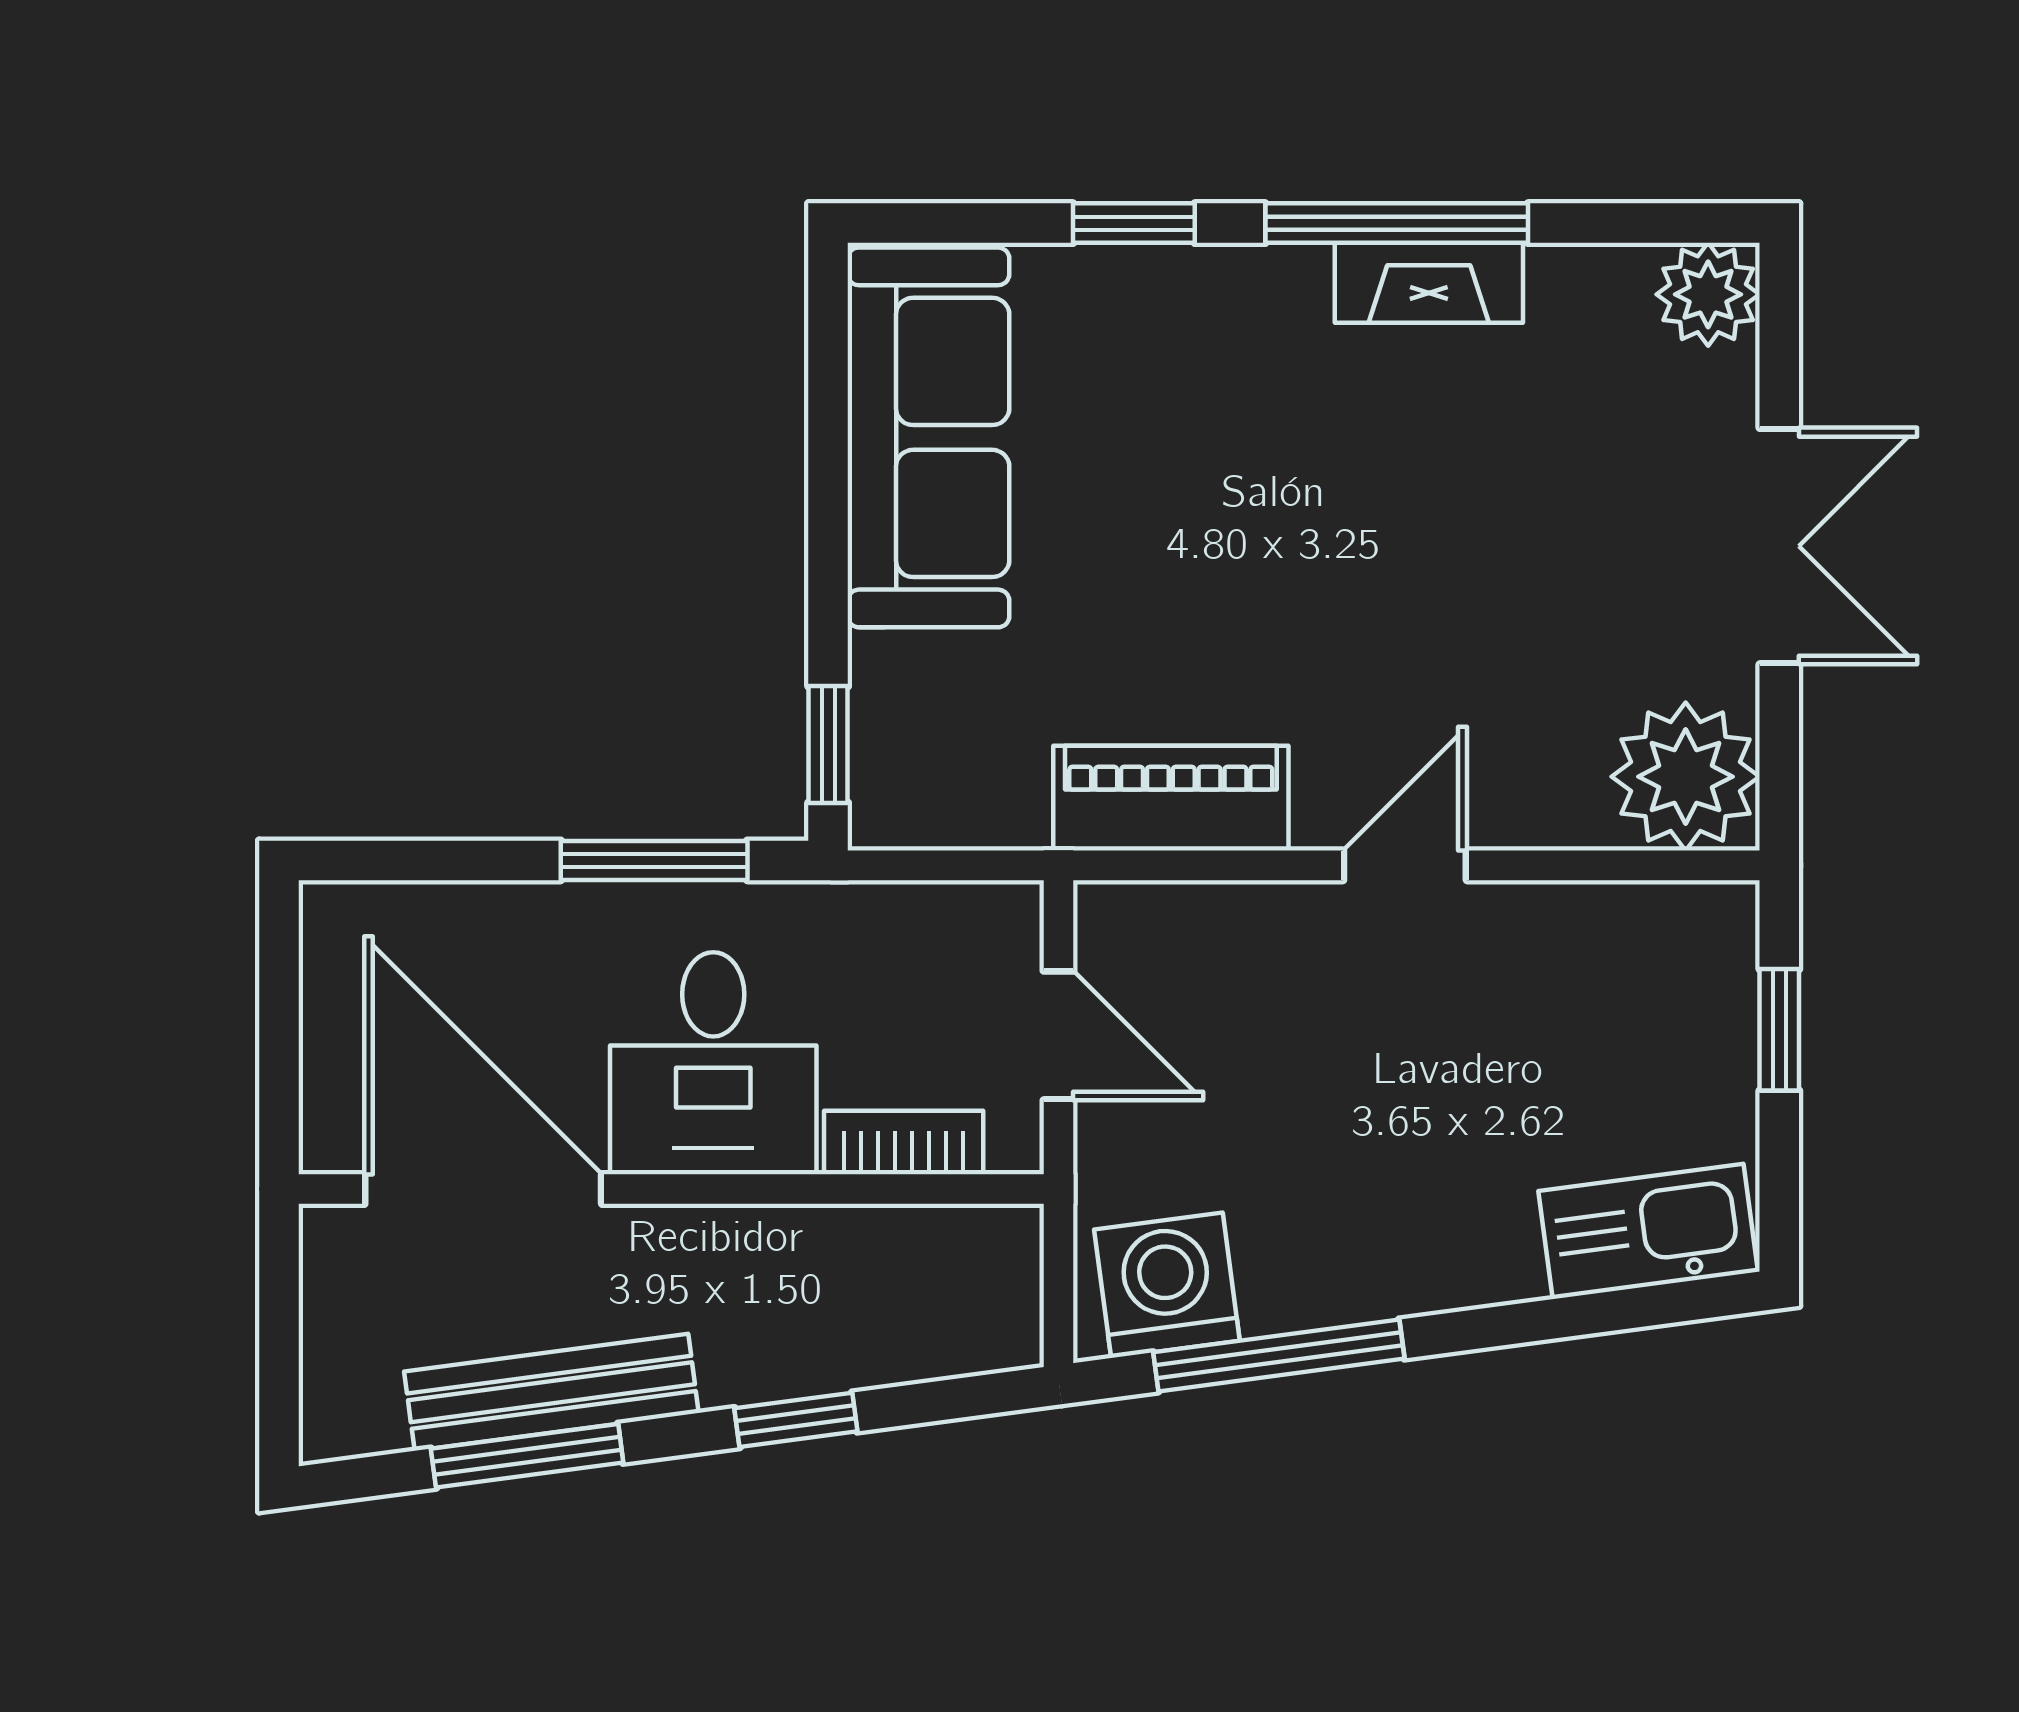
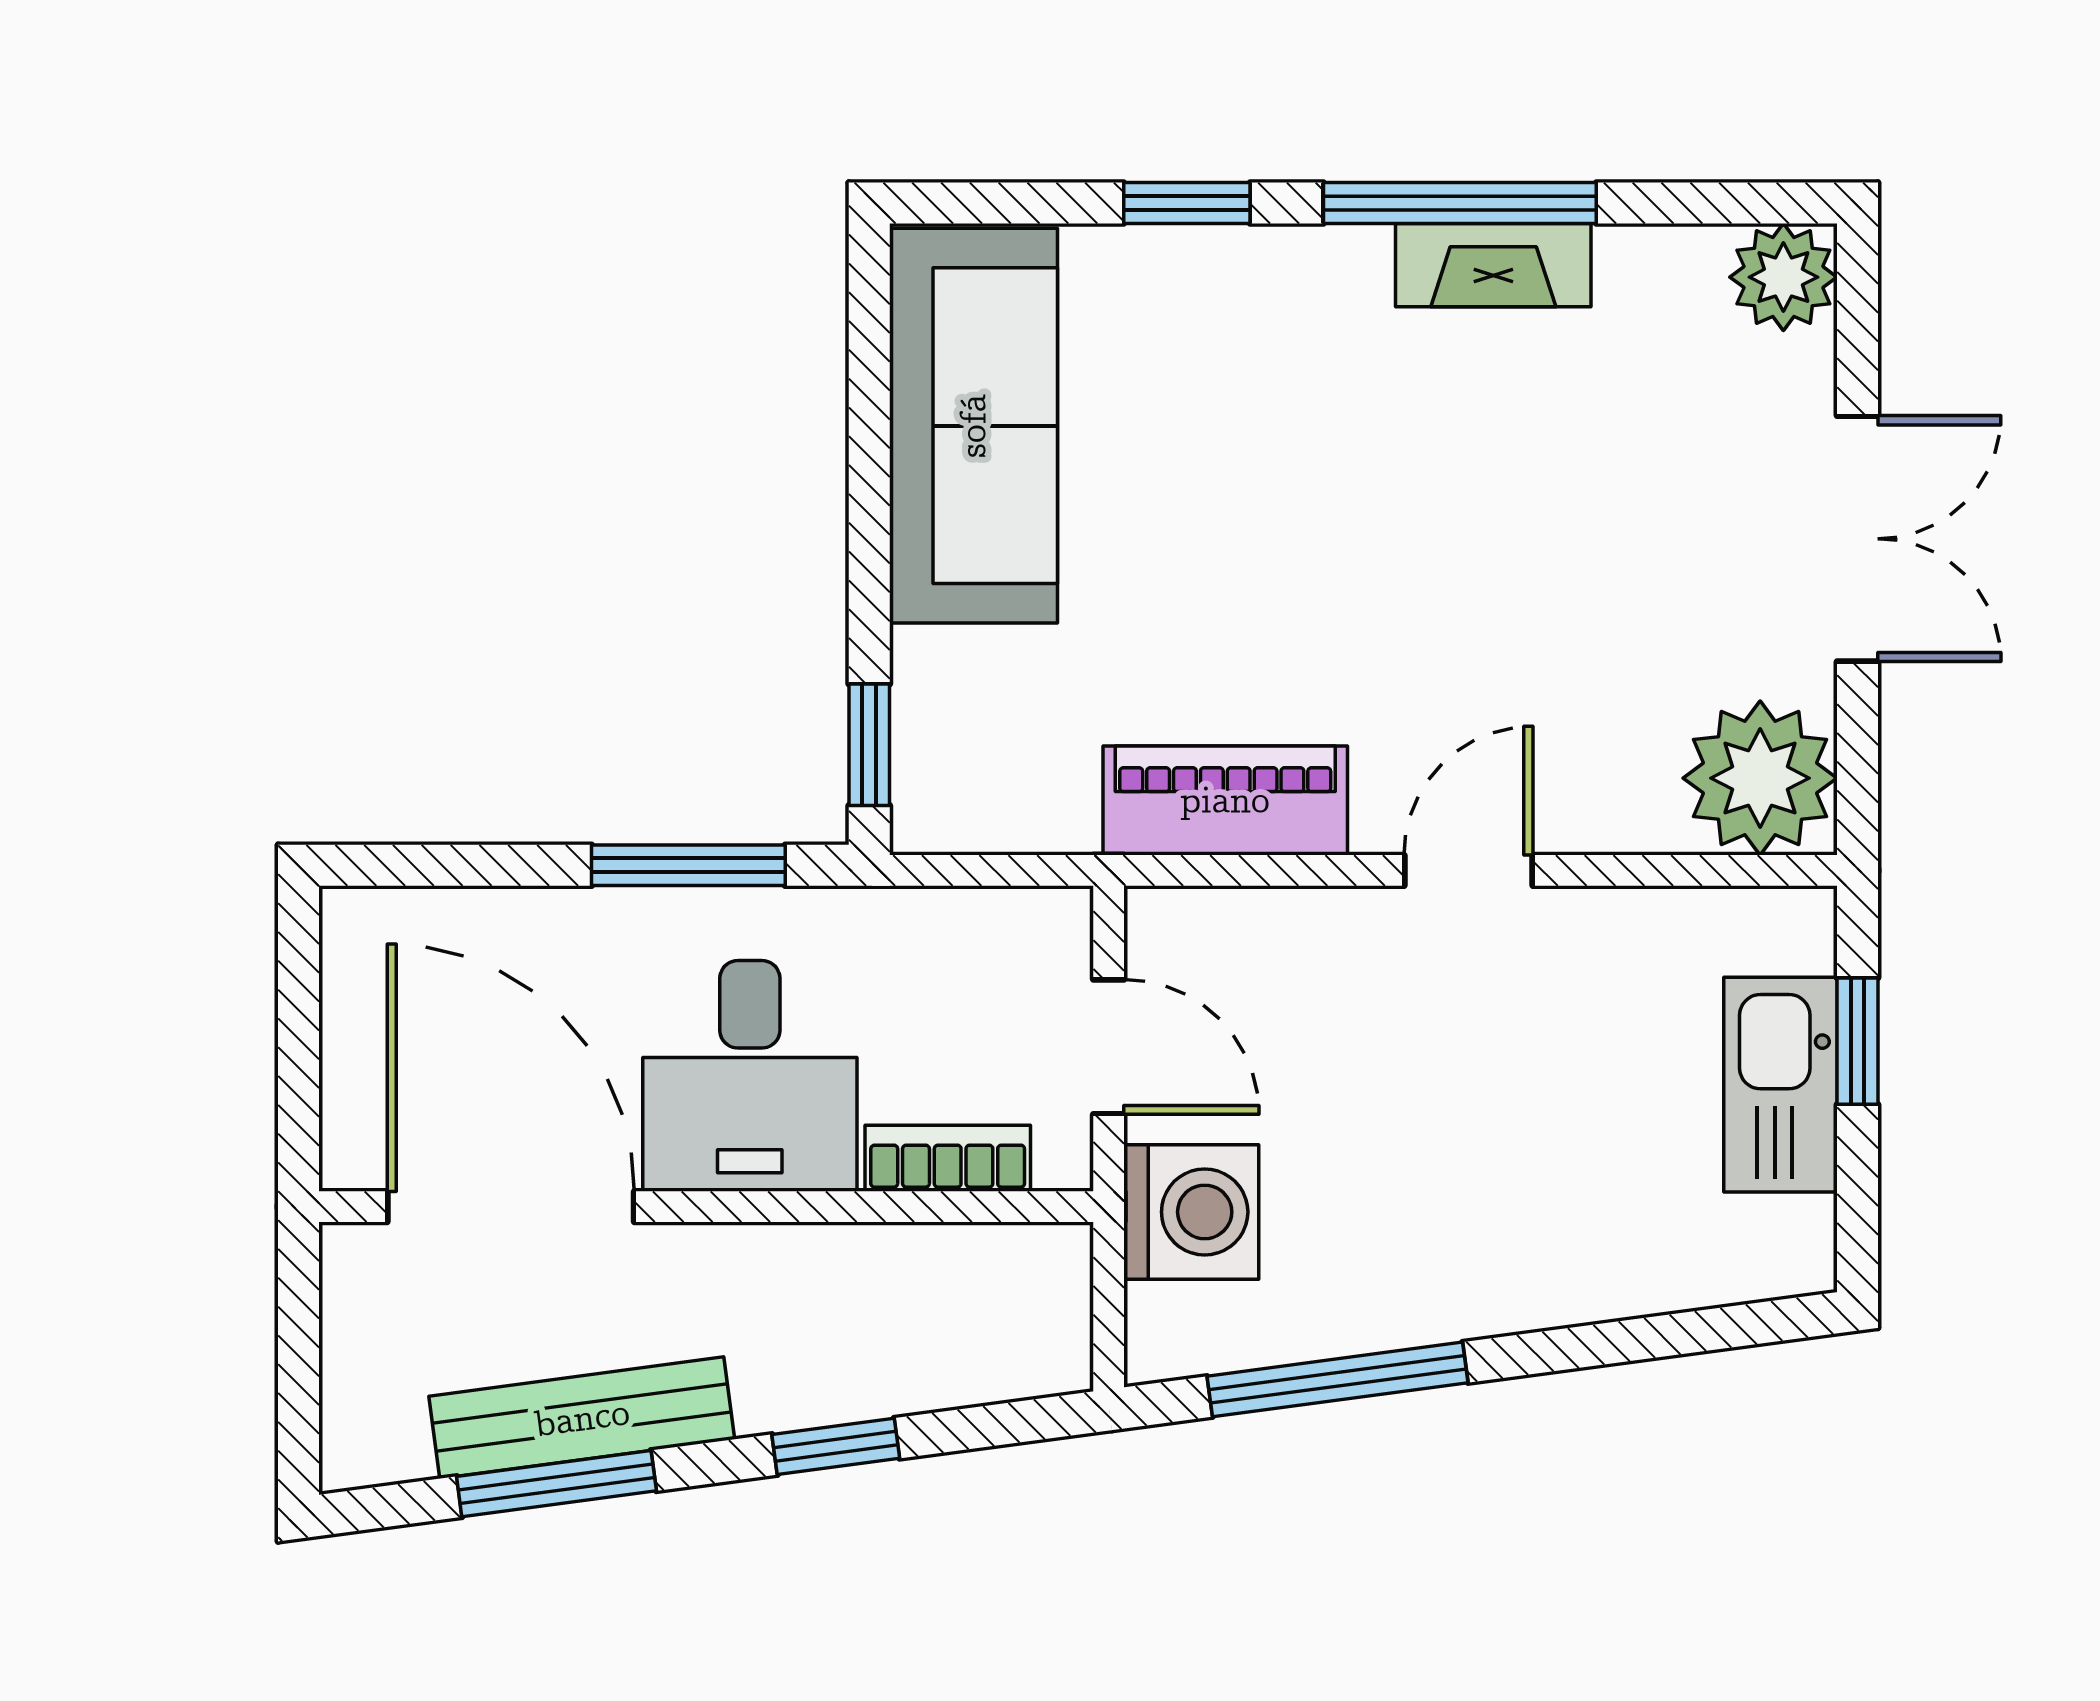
kitchen sink: (1648, 1231) -> (1780, 1085), moved, turned -82
washing machine: (1167, 1285) -> (1191, 1212), moved, turned 98

